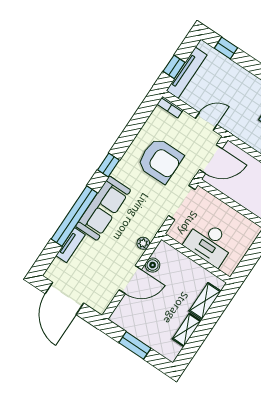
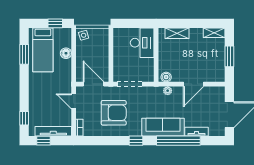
window: (174, 67) -> (43, 141), moved
armchair: (160, 160) -> (114, 113), turned 90
desk: (209, 243) -> (142, 43), moved
boiler: (153, 265) -> (166, 77), moved
door: (130, 280) -> (193, 84), swing flipped
shelving: (187, 330) -> (214, 33), moved

